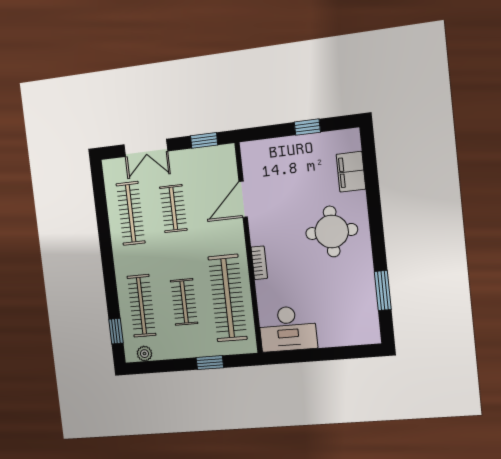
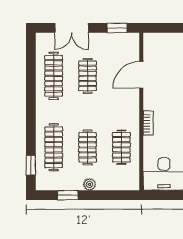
clothes rail: (228, 298) -> (121, 147), width x0.54, depth x0.76
plant: (144, 354) -> (89, 184), moved
window: (210, 363) -> (68, 195), moved

